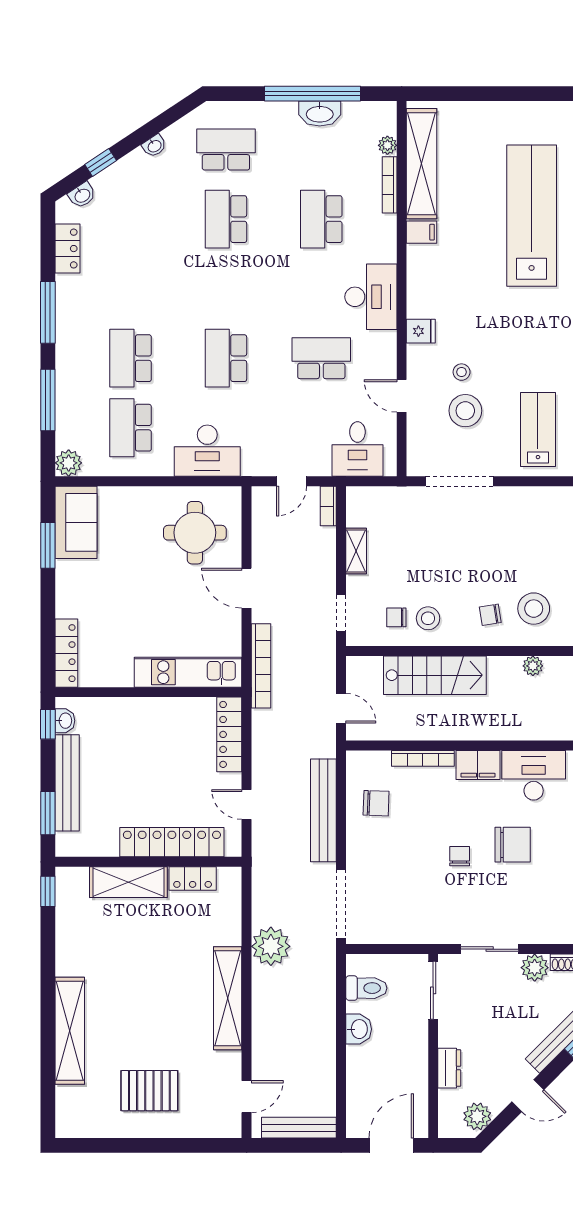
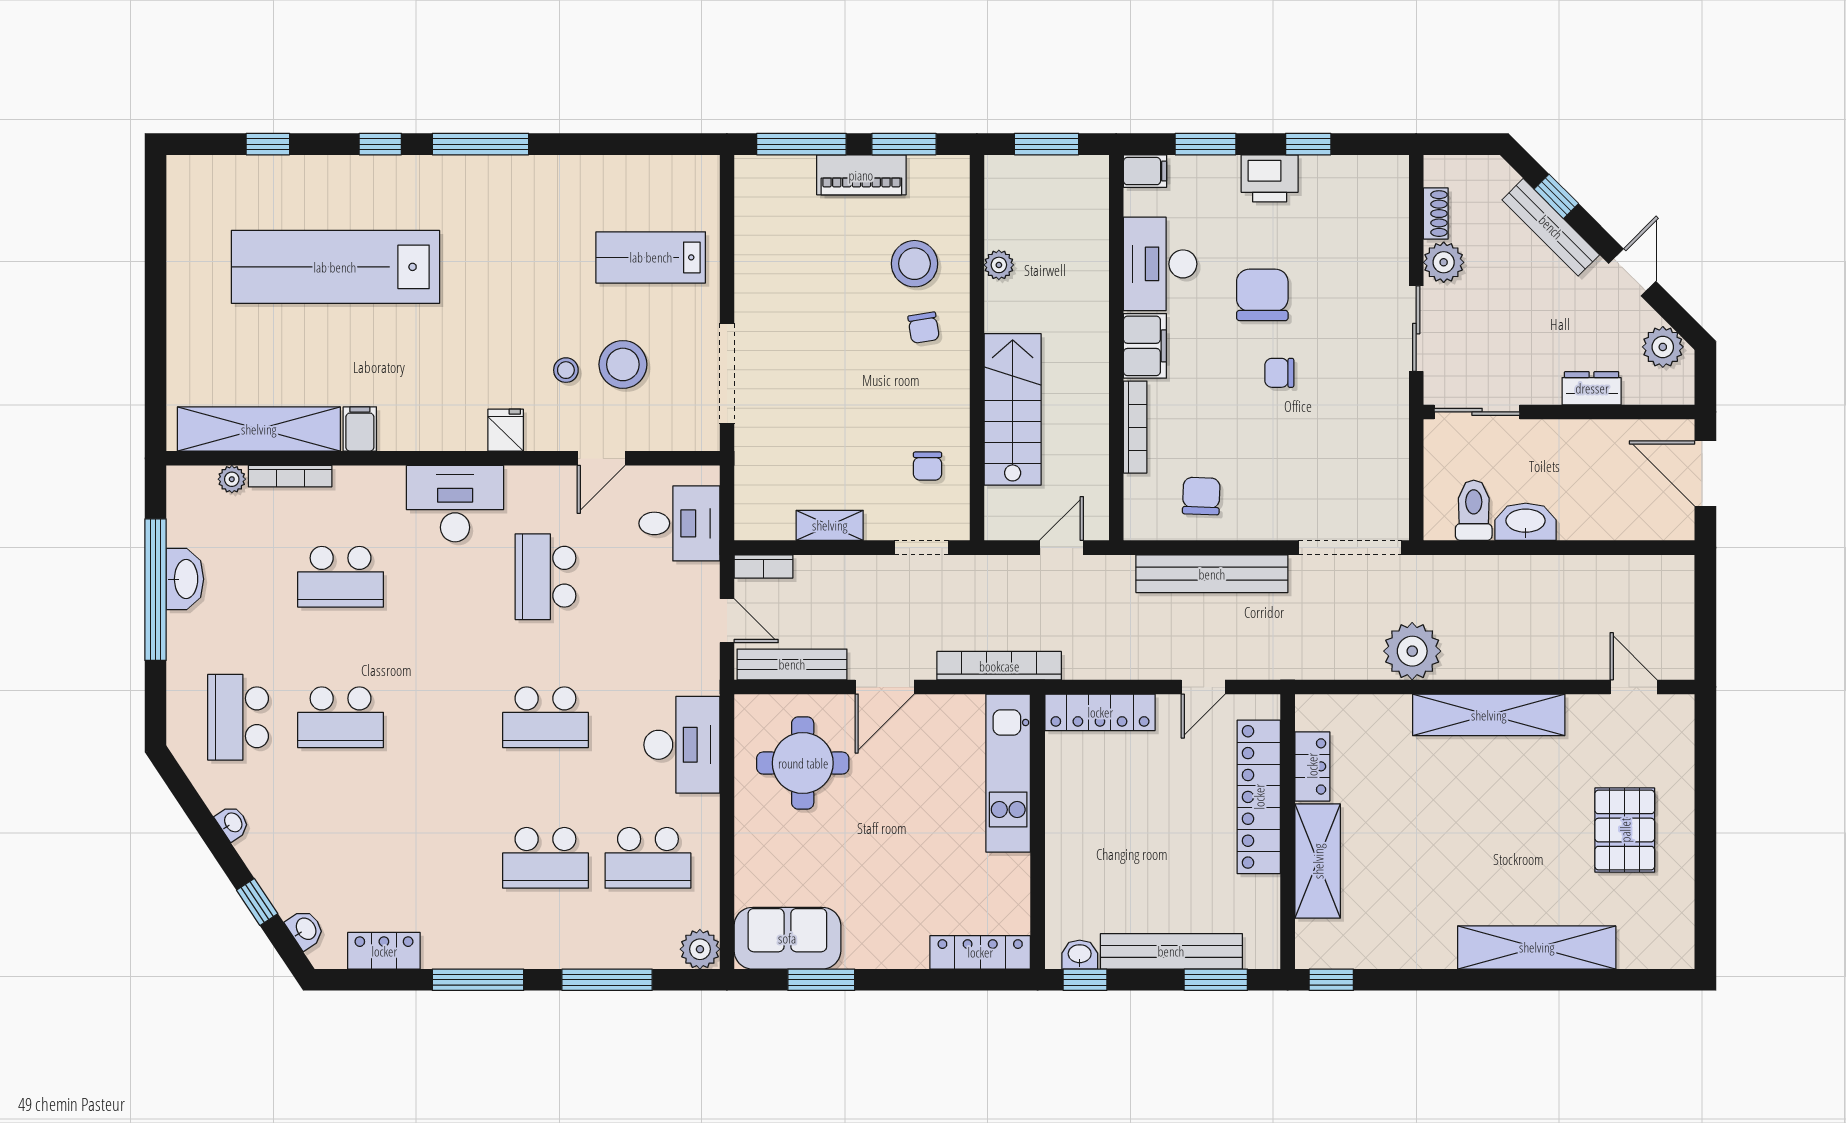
stool: (428, 618) -> (929, 419), removed
washbasin: (359, 1029) -> (1526, 522), width x1.38
bench: (299, 1128) -> (792, 664), moved, turned 90

